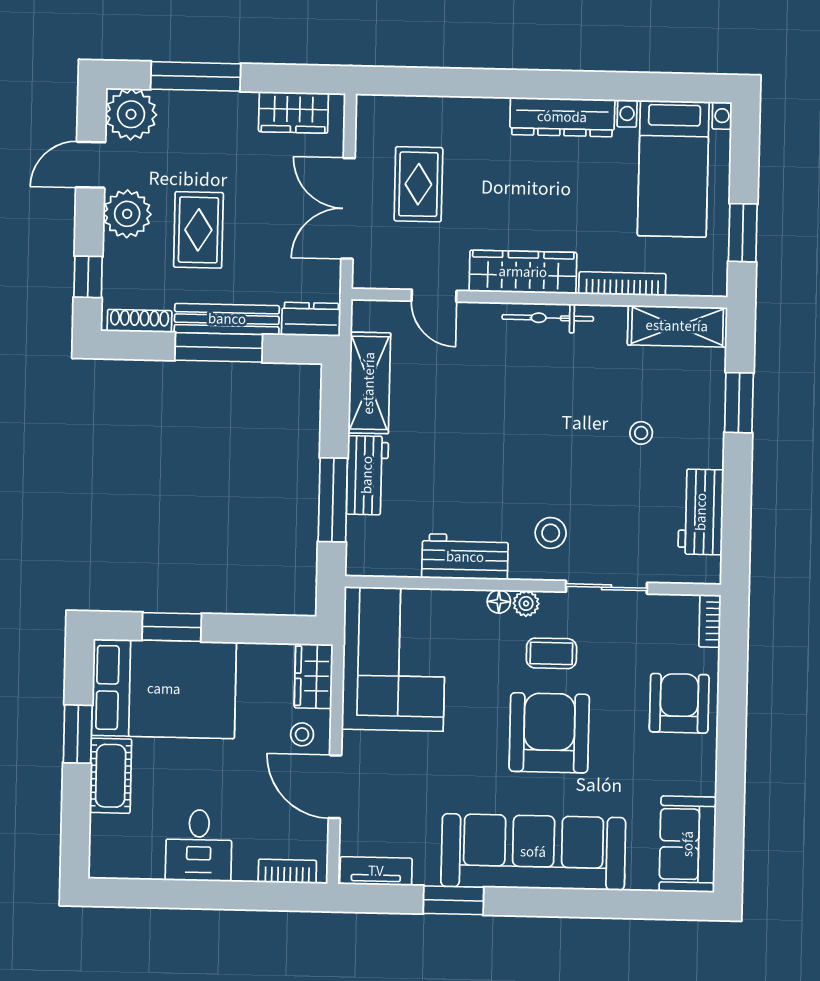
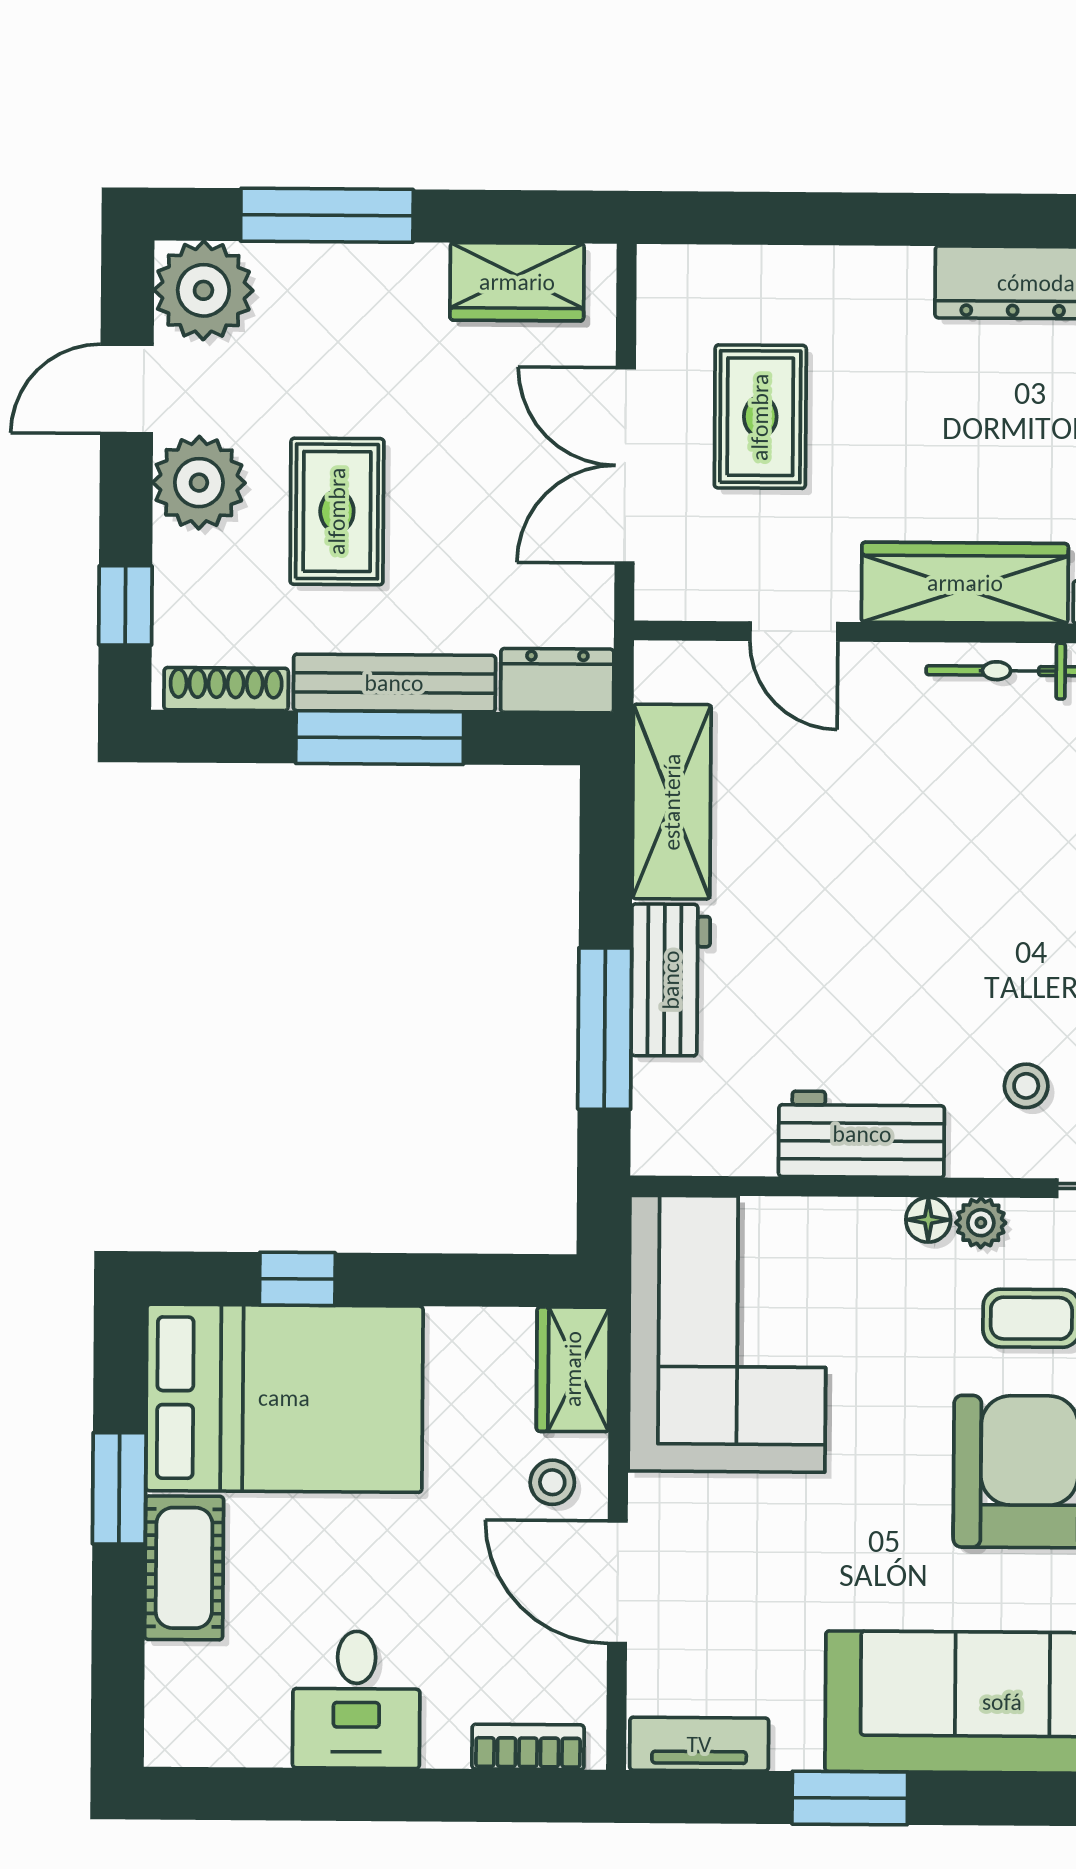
stool: (551, 533) -> (1026, 1086), width x0.73, depth x0.73
window: (172, 627) -> (297, 1279), width x0.67

